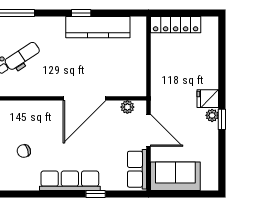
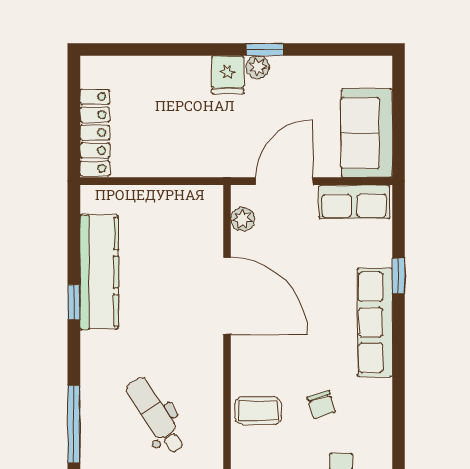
coffee table: (21, 116) -> (258, 411), added

